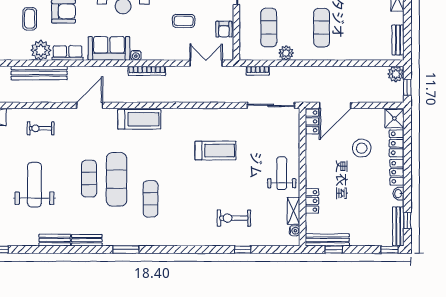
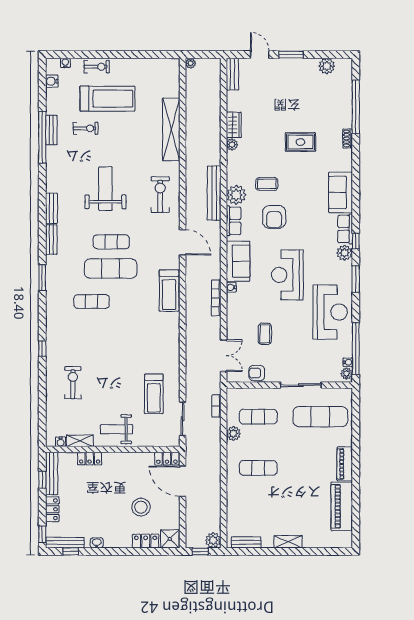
sliding door: (271, 105) -> (183, 419), width x0.73
exercise bike: (41, 128) -> (160, 195), width x1.38, depth x1.39
treadmill: (216, 151) -> (154, 394), moved
locker: (397, 172) -> (52, 509), moved, turned 90
weight bench: (282, 173) -> (117, 429), turned 180
weight bench: (34, 185) -> (105, 189), turned -90
window: (243, 250) -> (42, 349), moved

